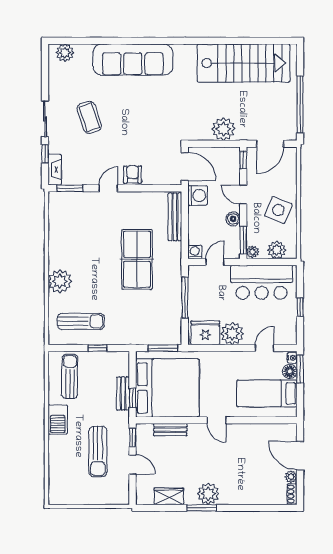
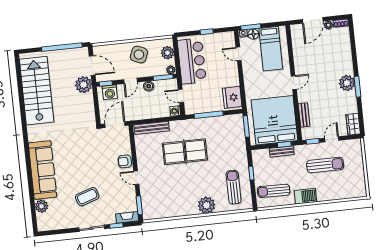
plant: (65, 53) -> (41, 206), moved
plant: (223, 129) -> (84, 85), moved
washing machine: (198, 196) -> (110, 92), moved, turned 180
plant: (232, 334) -> (231, 78), removed
wardrobe: (169, 496) -> (353, 124), moved

